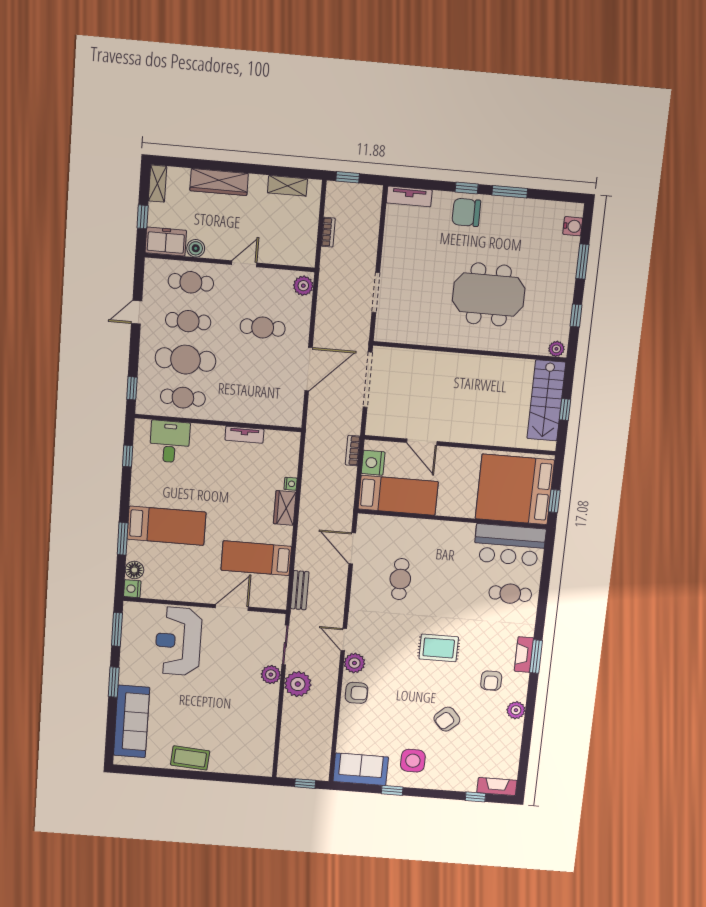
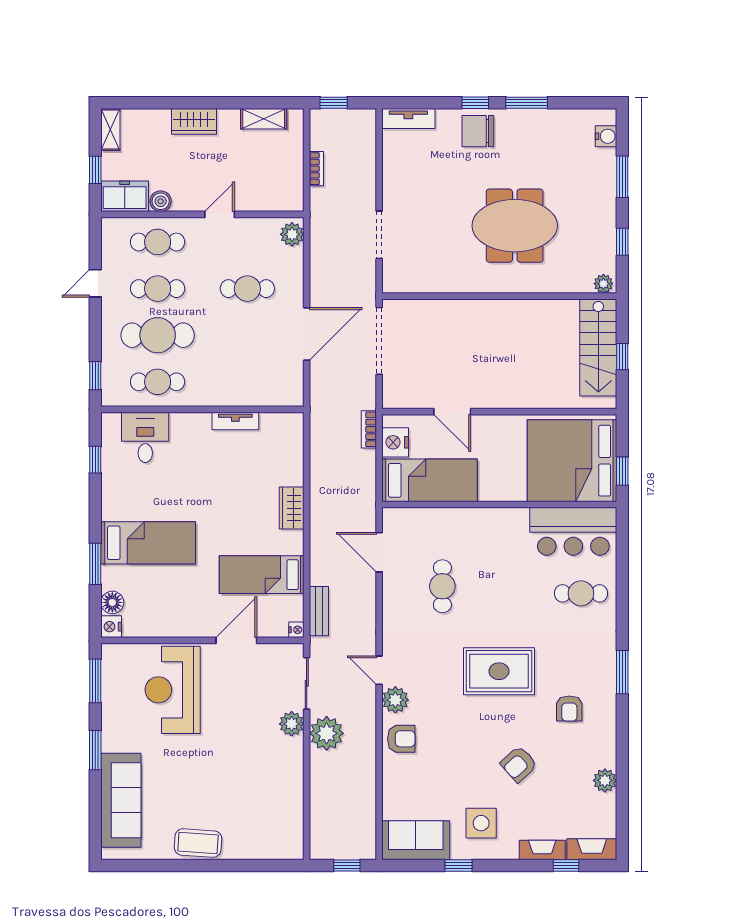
wardrobe: (219, 182) -> (194, 121), width x0.67
nightstand: (291, 484) -> (296, 630), moved
rug: (439, 648) -> (499, 671), width x1.36, depth x1.43
fireplace: (524, 654) -> (542, 850), moved, turned 90
plant: (516, 710) -> (605, 780), moved

